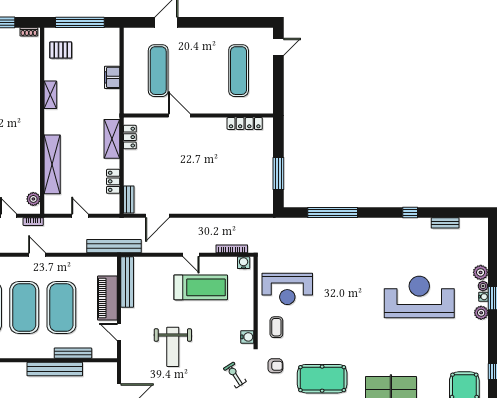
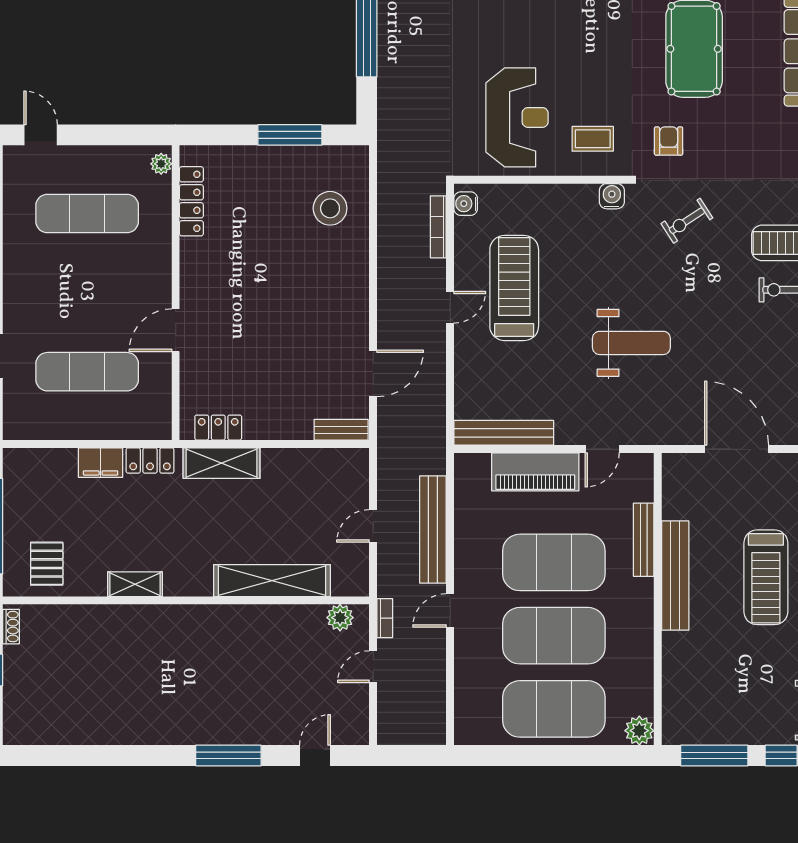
plant: (264, 108) -> (161, 164), added
locker: (113, 181) -> (150, 461), moved
stool: (241, 194) -> (330, 208), added
door: (157, 216) -> (373, 373), hinge flipped
bench: (114, 246) -> (433, 530), moved

